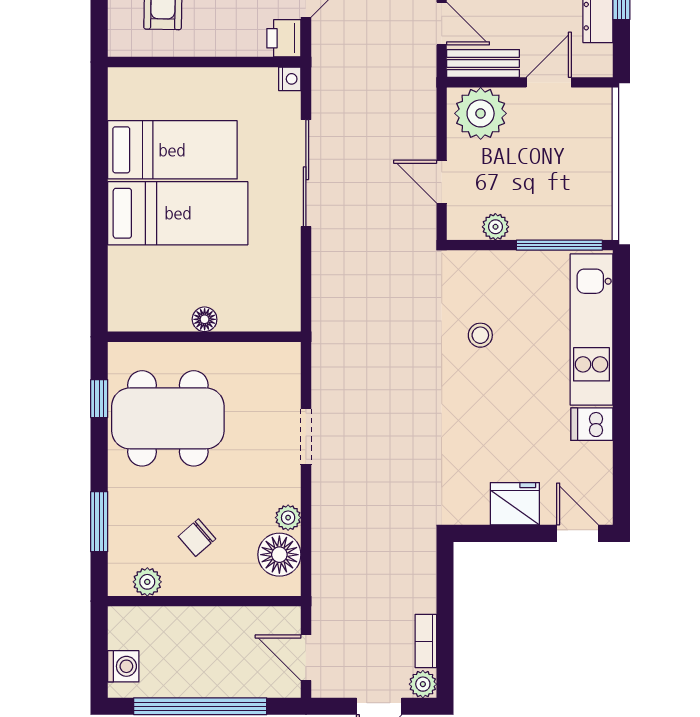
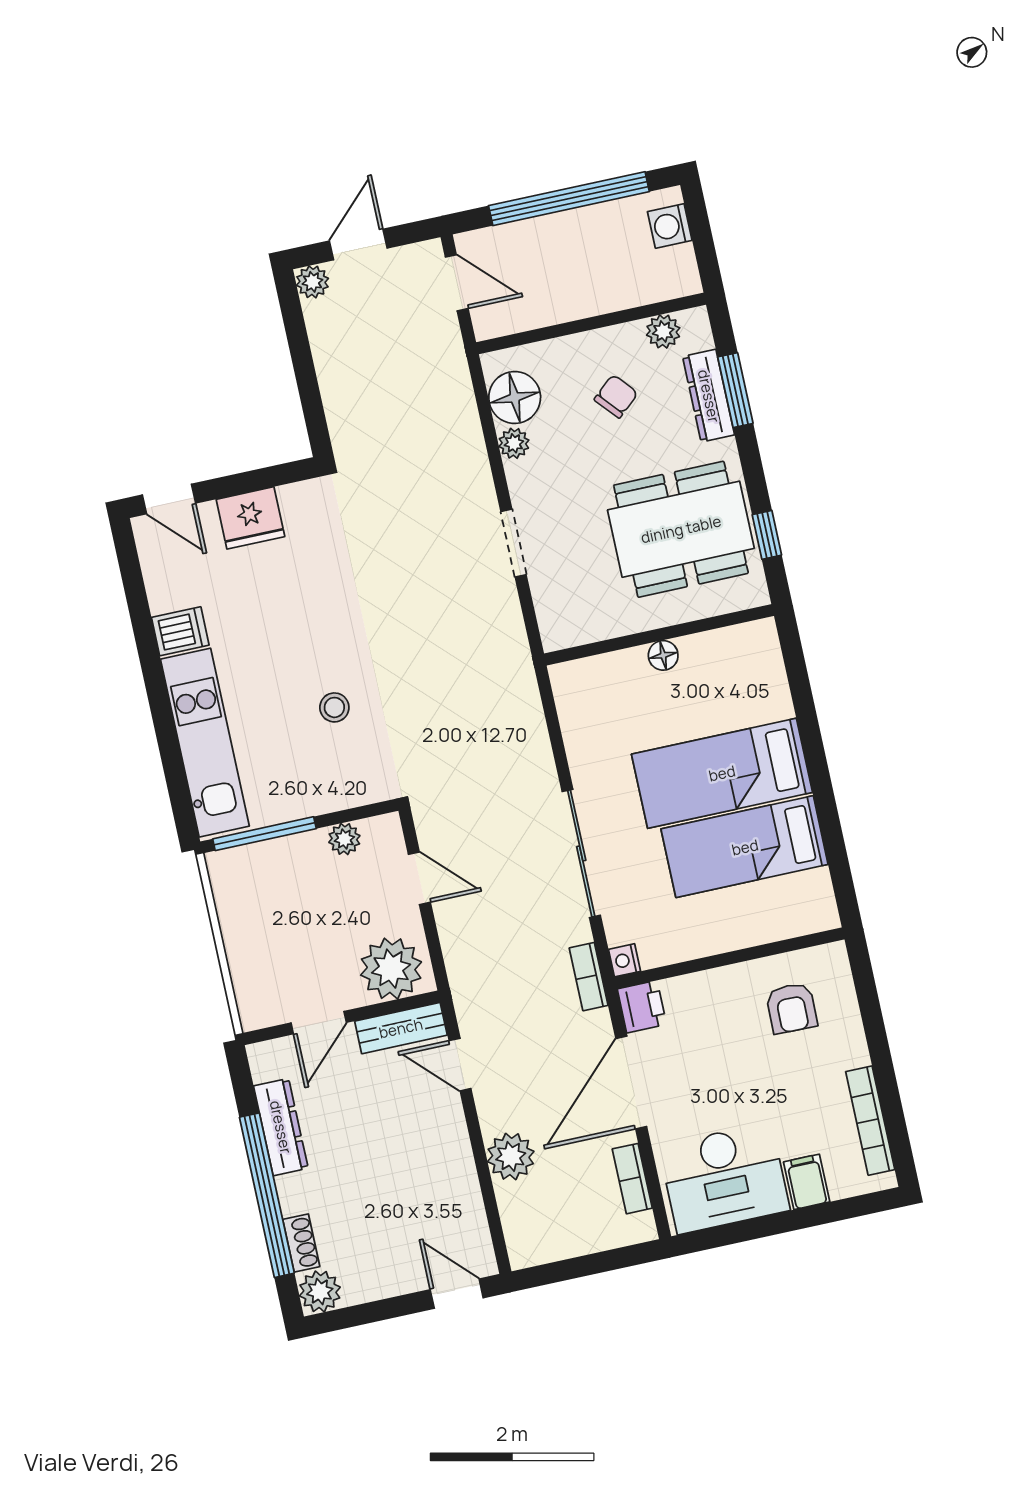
dresser: (122, 522) -> (709, 396), added
bookcase: (426, 641) -> (589, 977), moved, turned 180

